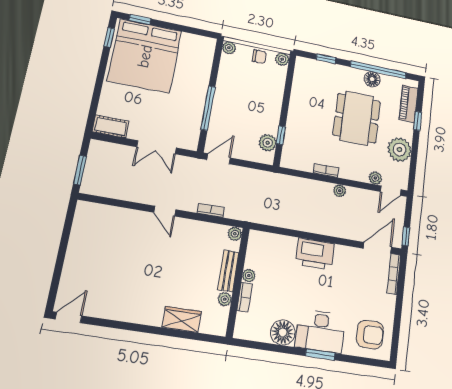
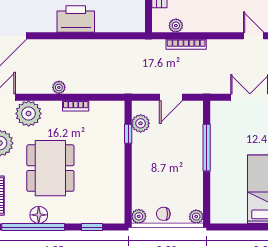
door: (219, 159) -> (171, 97), moved
plant: (375, 178) -> (29, 114), width x1.88, depth x1.88
bookcase: (211, 210) -> (186, 44), width x1.56
door: (165, 211) -> (254, 36), moved
plant: (235, 234) -> (176, 26), moved

